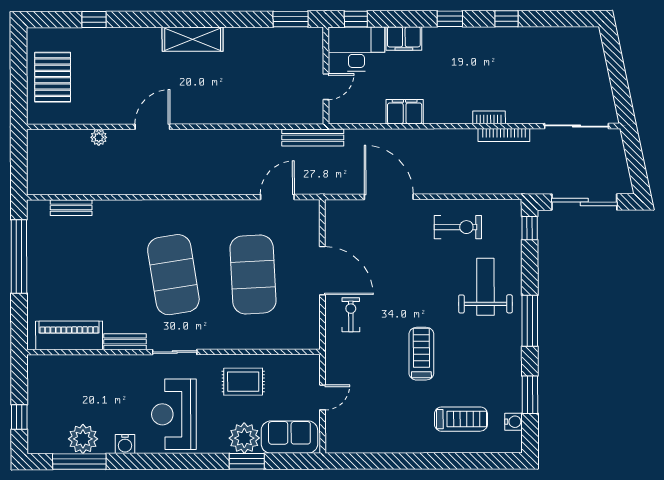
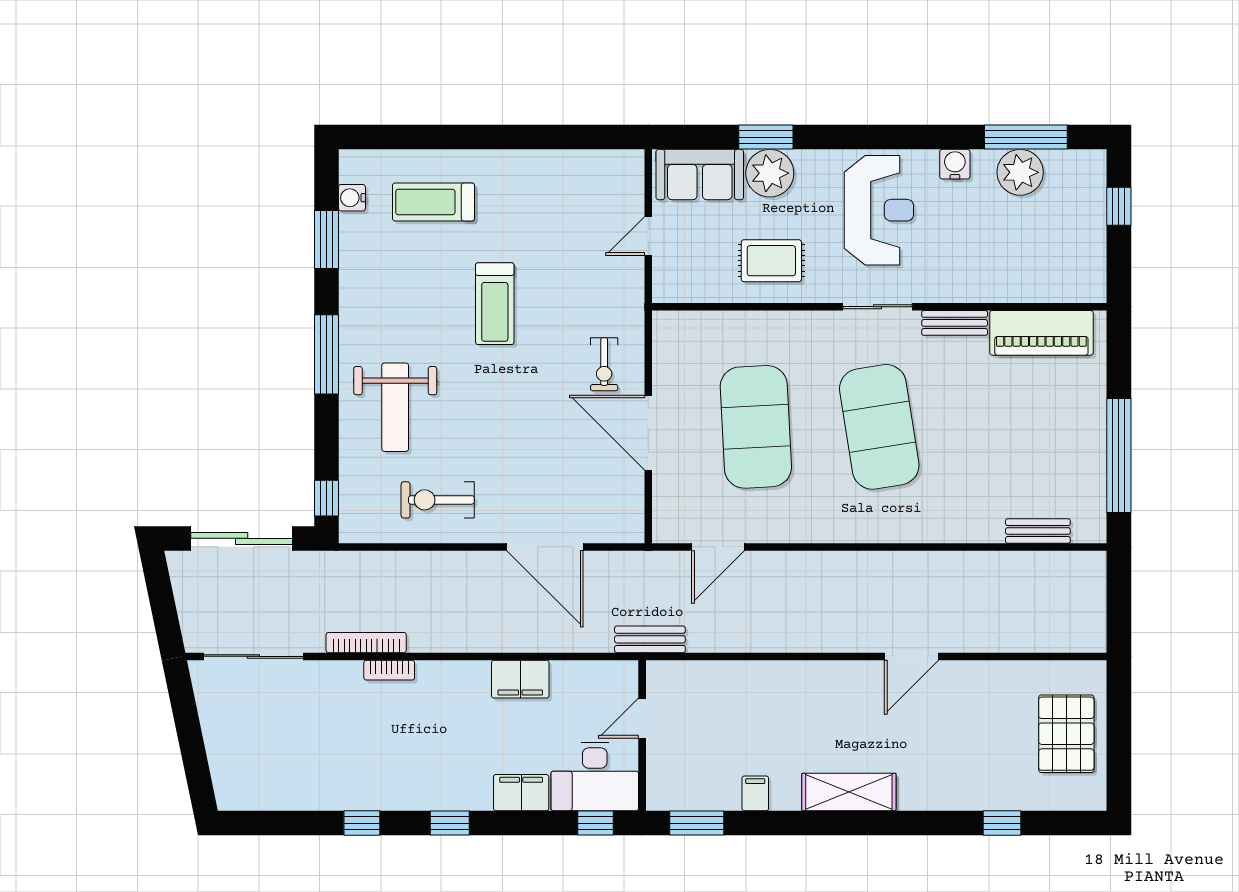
filing cabinet: (253, 38) -> (755, 793), added
plant: (99, 137) -> (995, 640), removed
bench: (313, 137) -> (650, 639), width x0.73

